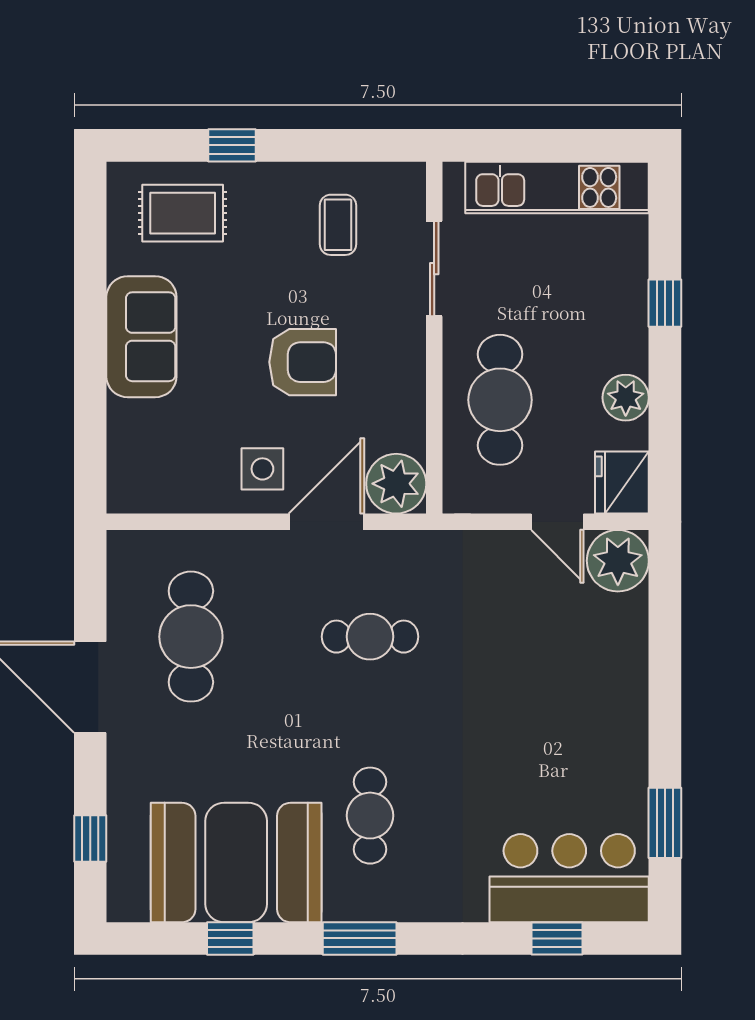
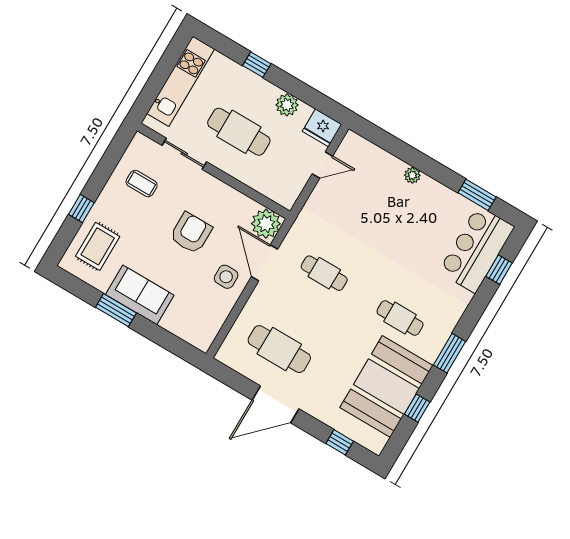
window: (90, 311) -> (116, 310), added
cafe table: (500, 400) -> (239, 132), moved
plant: (618, 561) -> (412, 175), moved, width x0.53, depth x0.53
cafe table: (370, 637) -> (324, 273), turned 90

